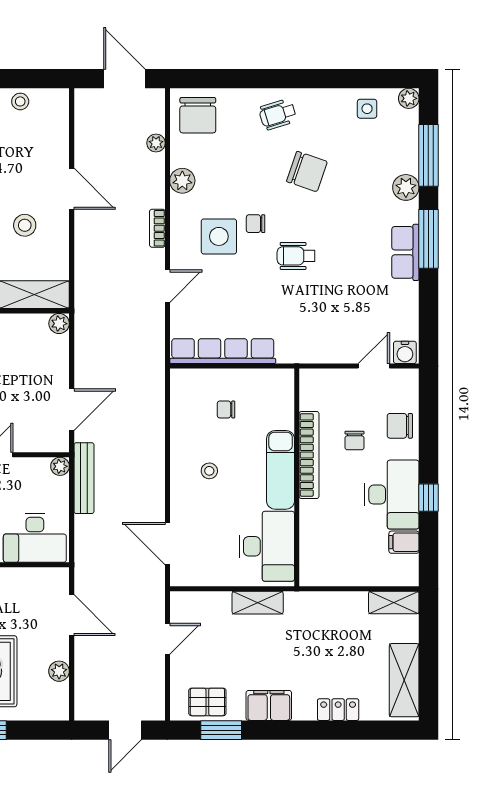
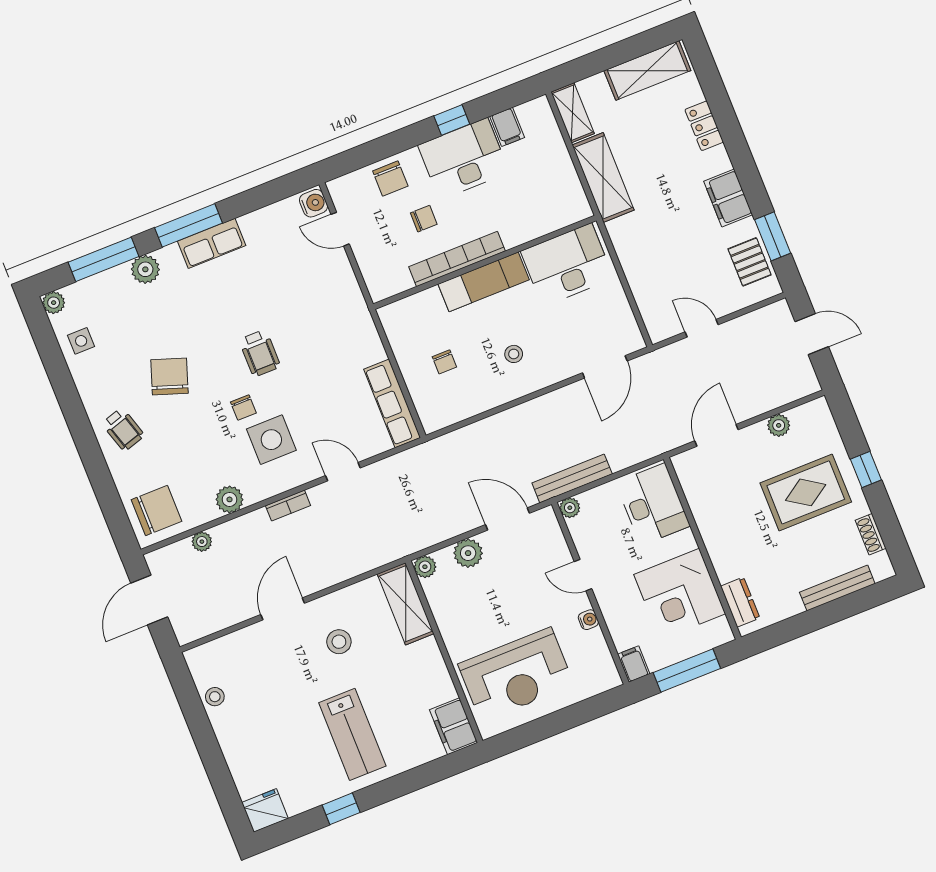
row of seats: (223, 351) -> (392, 403), width x0.73
plant: (56, 365) -> (468, 553), added
shelving: (258, 603) -> (603, 178), moved, width x1.50, depth x1.33

